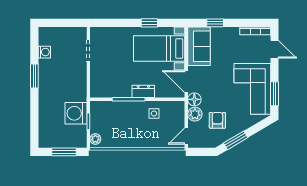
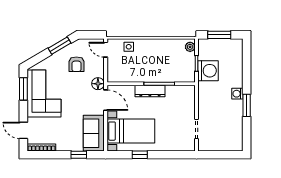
washing machine: (44, 52) -> (237, 94), moved
dresser: (143, 91) -> (150, 91), width x1.44
side table: (154, 113) -> (129, 47), moved
plant: (195, 114) -> (97, 70), removed
door: (186, 136) -> (106, 50), swing flipped

